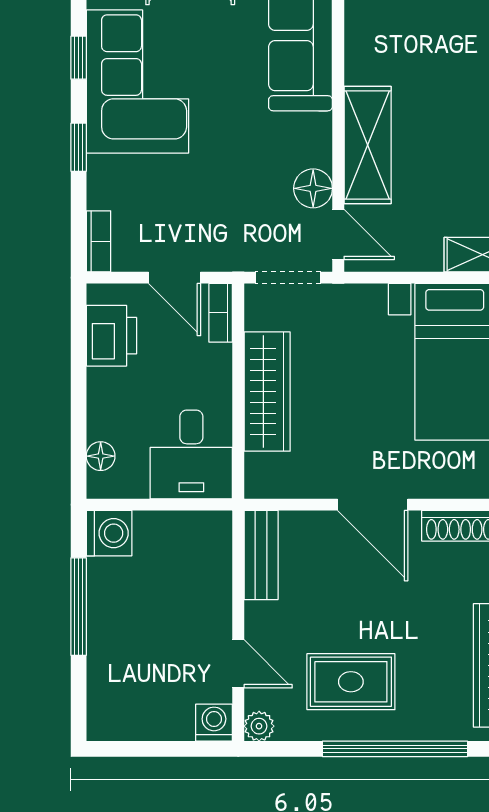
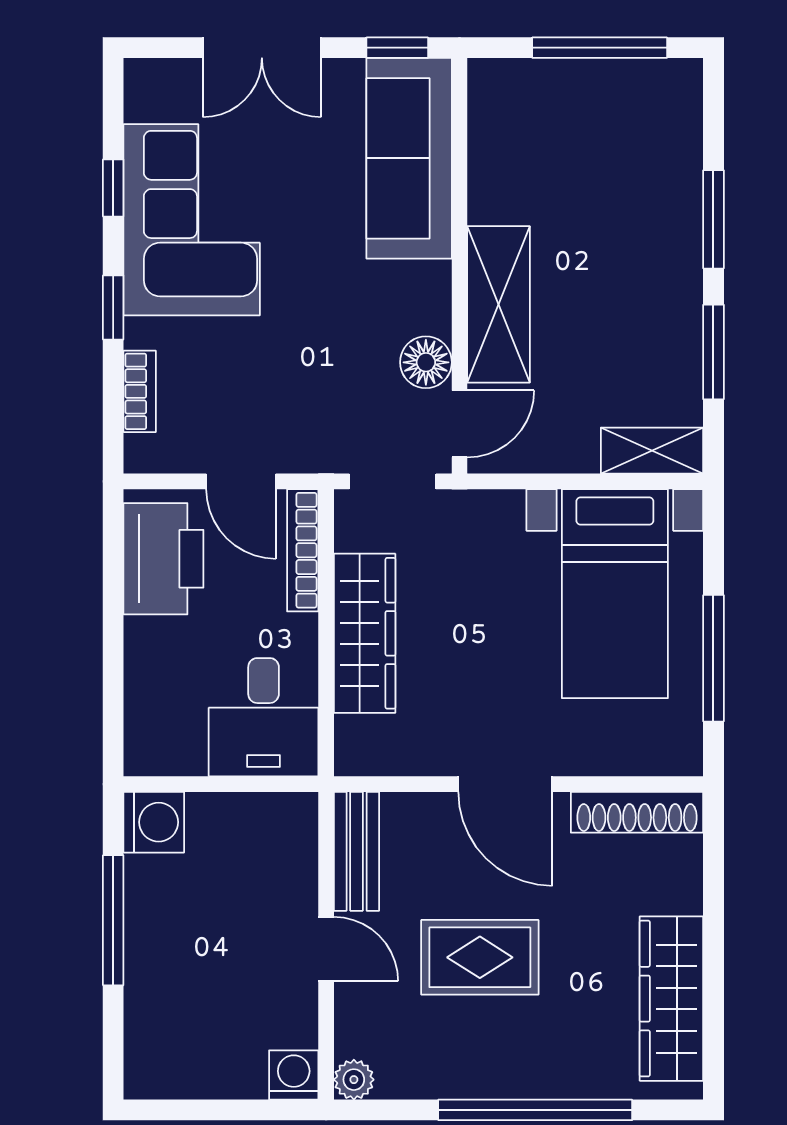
door: (338, 235) -> (459, 424), hinge flipped
bookcase: (98, 241) -> (140, 391), moved
bookcase: (221, 313) -> (303, 550), width x1.56
printer: (111, 336) -> (163, 559), width x1.37, depth x1.19
floor lamp: (101, 456) -> (143, 719), removed
door: (238, 664) -> (326, 949), moved
rug: (351, 682) -> (480, 957), moved

